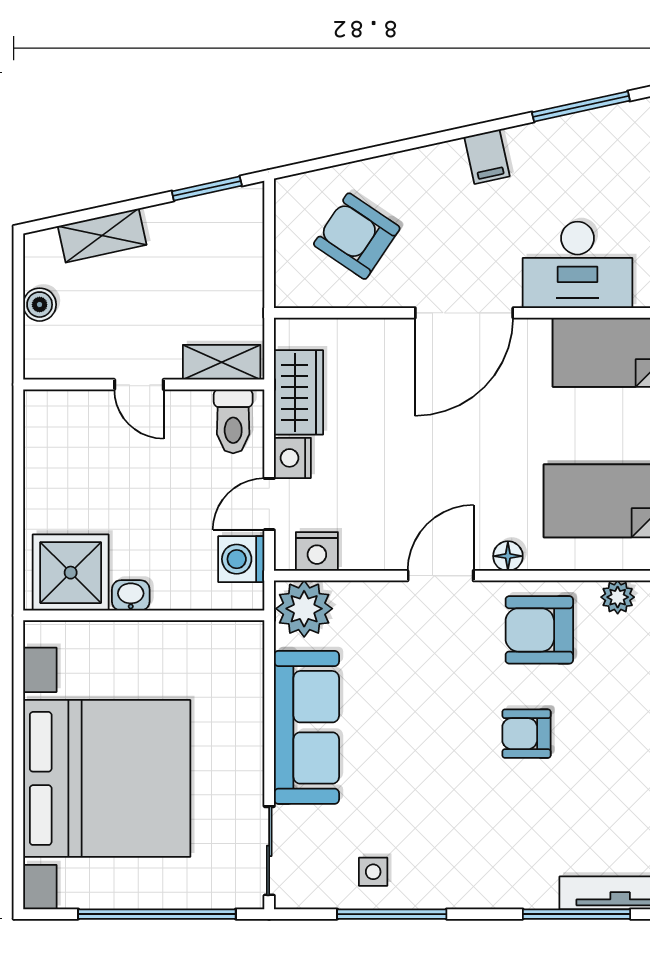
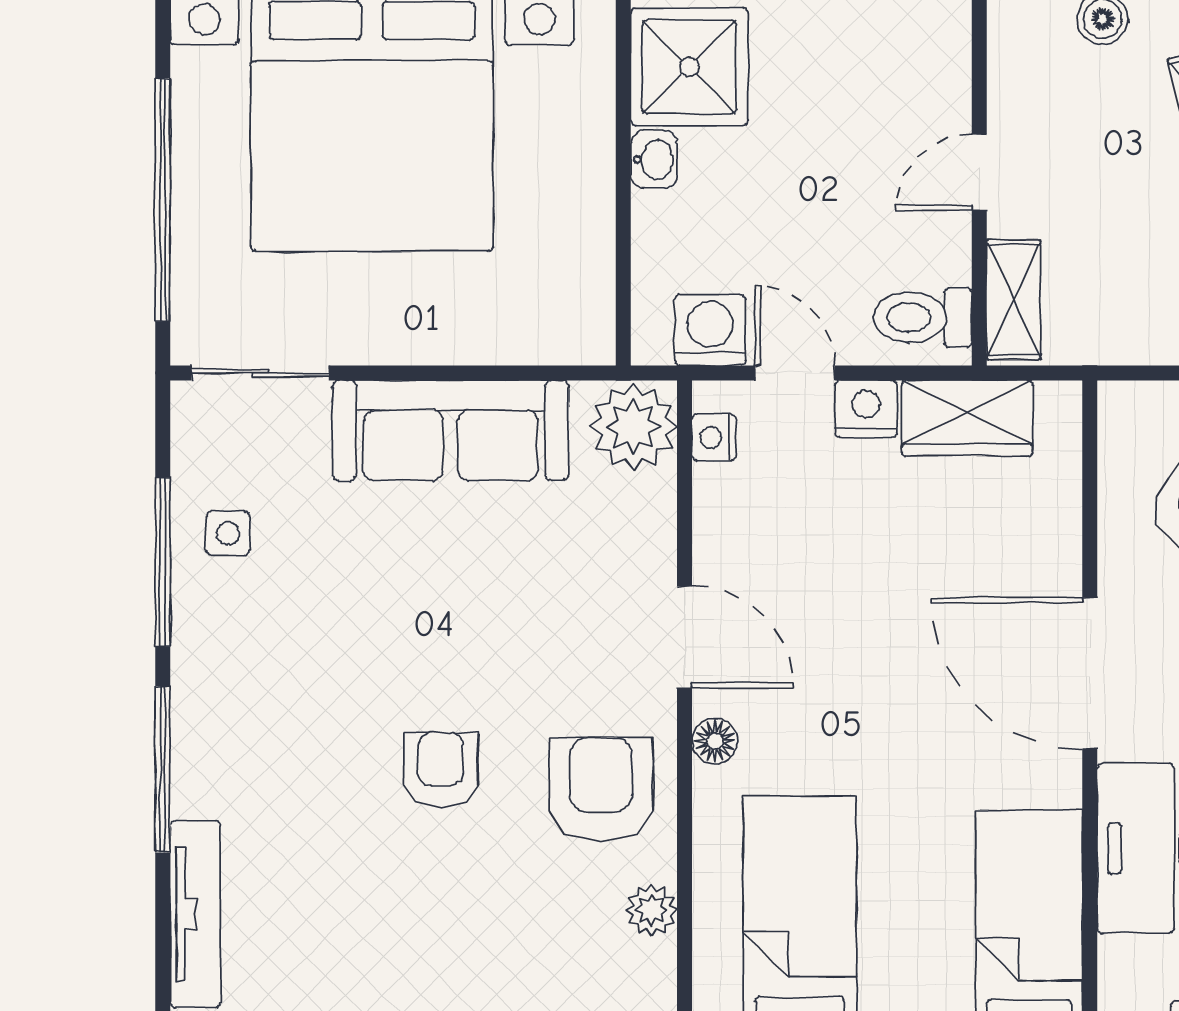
nightstand: (317, 551) -> (714, 437), width x0.72, depth x0.74
window: (577, 914) -> (163, 770), moved

